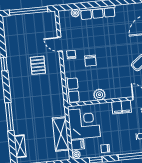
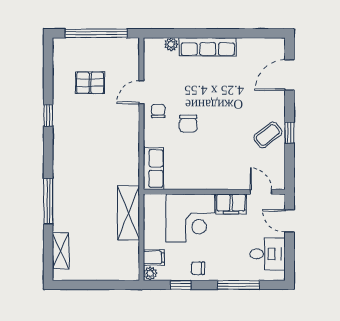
door: (60, 44) -> (141, 92), hinge flipped
pallet: (38, 65) -> (90, 83), moved, turned 90
plant: (99, 95) -> (197, 180), removed
corner desk: (84, 123) -> (190, 218), moved, turned 90
shelving: (61, 134) -> (128, 213), moved

